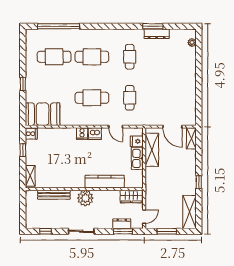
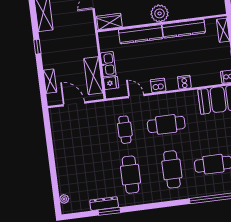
cafe table: (92, 57) -> (172, 169), turned 90
cafe table: (130, 57) -> (130, 175), width x1.37, depth x1.35
cooker: (82, 134) -> (184, 82), moved
shelving: (191, 138) -> (50, 81), moved
kitchen counter: (65, 182) -> (184, 29), added
bench: (54, 195) -> (194, 13), removed

